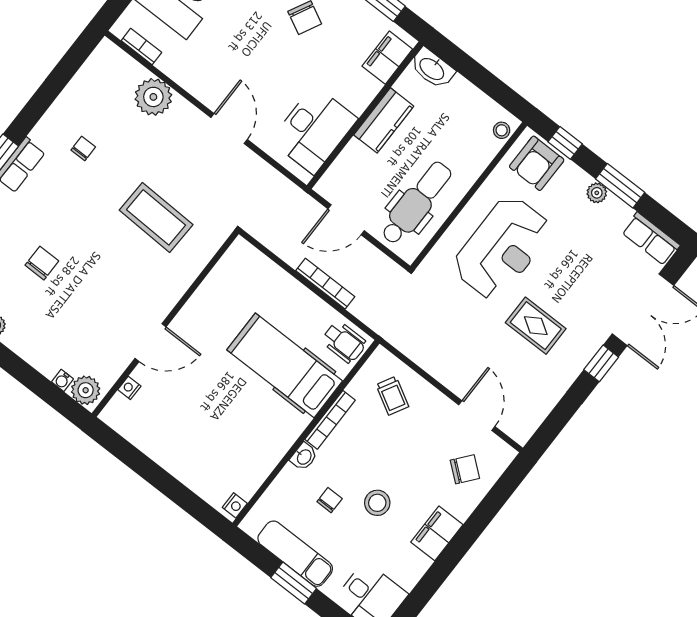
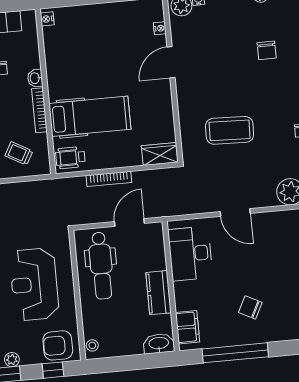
armchair: (537, 163) -> (58, 345), turned -90
wardrobe: (250, 260) -> (160, 154), added

